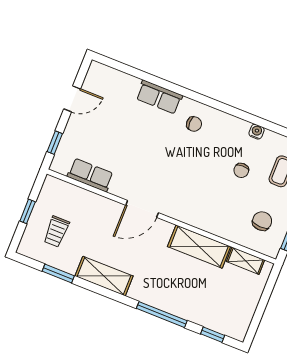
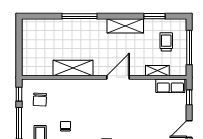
row of seats: (90, 175) -> (170, 86), moved
window: (28, 211) -> (189, 47), width x2.17
shelving: (245, 261) -> (157, 71), moved
window: (213, 335) -> (43, 16), removed

